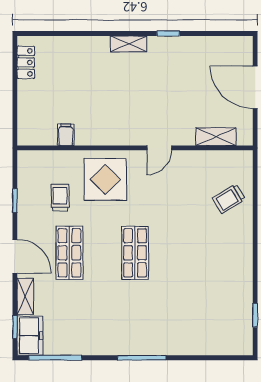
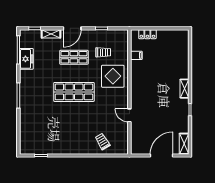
locker: (26, 62) -> (147, 34), moved
shelving: (216, 137) -> (184, 144), moved
door: (159, 148) -> (129, 115), moved
shop shelf: (135, 253) -> (74, 92), width x1.43, depth x1.36
freezer: (30, 336) -> (26, 59), moved, turned -90

